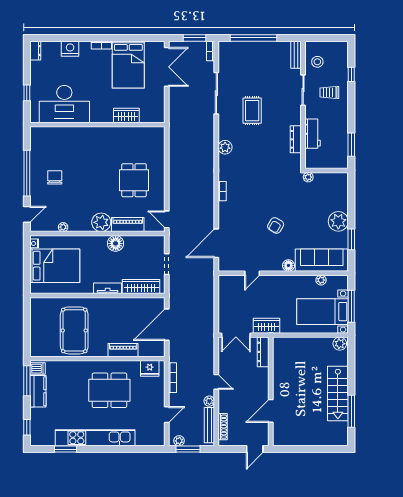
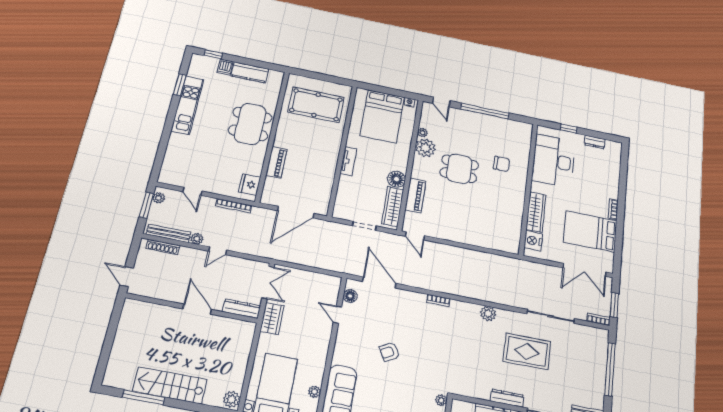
nightstand: (70, 49) -> (533, 241), moved, turned 180
dresser: (35, 51) -> (595, 142), moved
rug: (252, 111) -> (527, 351), width x1.36, depth x1.43
wardrobe: (126, 115) -> (536, 212), width x1.50
dresser: (296, 139) -> (507, 398), moved
chair: (55, 177) -> (502, 164), moved
dining table: (134, 180) -> (459, 169), moved
door: (167, 219) -> (415, 236), swing flipped
plant: (101, 222) -> (425, 148), moved
armchair: (276, 225) -> (389, 352), turned -60
floor lamp: (288, 265) -> (350, 296), moved
wardrobe: (141, 286) -> (393, 207), moved, turned 180
door: (167, 325) -> (296, 212), swing flipped
pool table: (74, 330) -> (316, 105), moved
double door: (236, 335) -> (268, 282), swing flipped
dishwasher: (38, 369) -> (225, 67), moved
window: (27, 381) -> (264, 65), removed
dining table: (109, 390) -> (250, 124), moved
door: (271, 411) -> (197, 309), moved
kitchen unit: (95, 438) -> (187, 105), width x0.73

